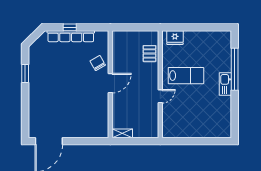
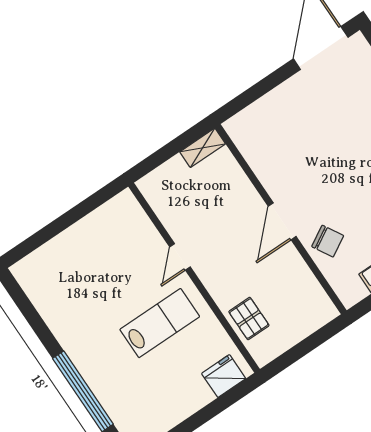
lab bench: (186, 76) -> (160, 323), turned 180
kitchen sink: (225, 84) -> (82, 355), removed

